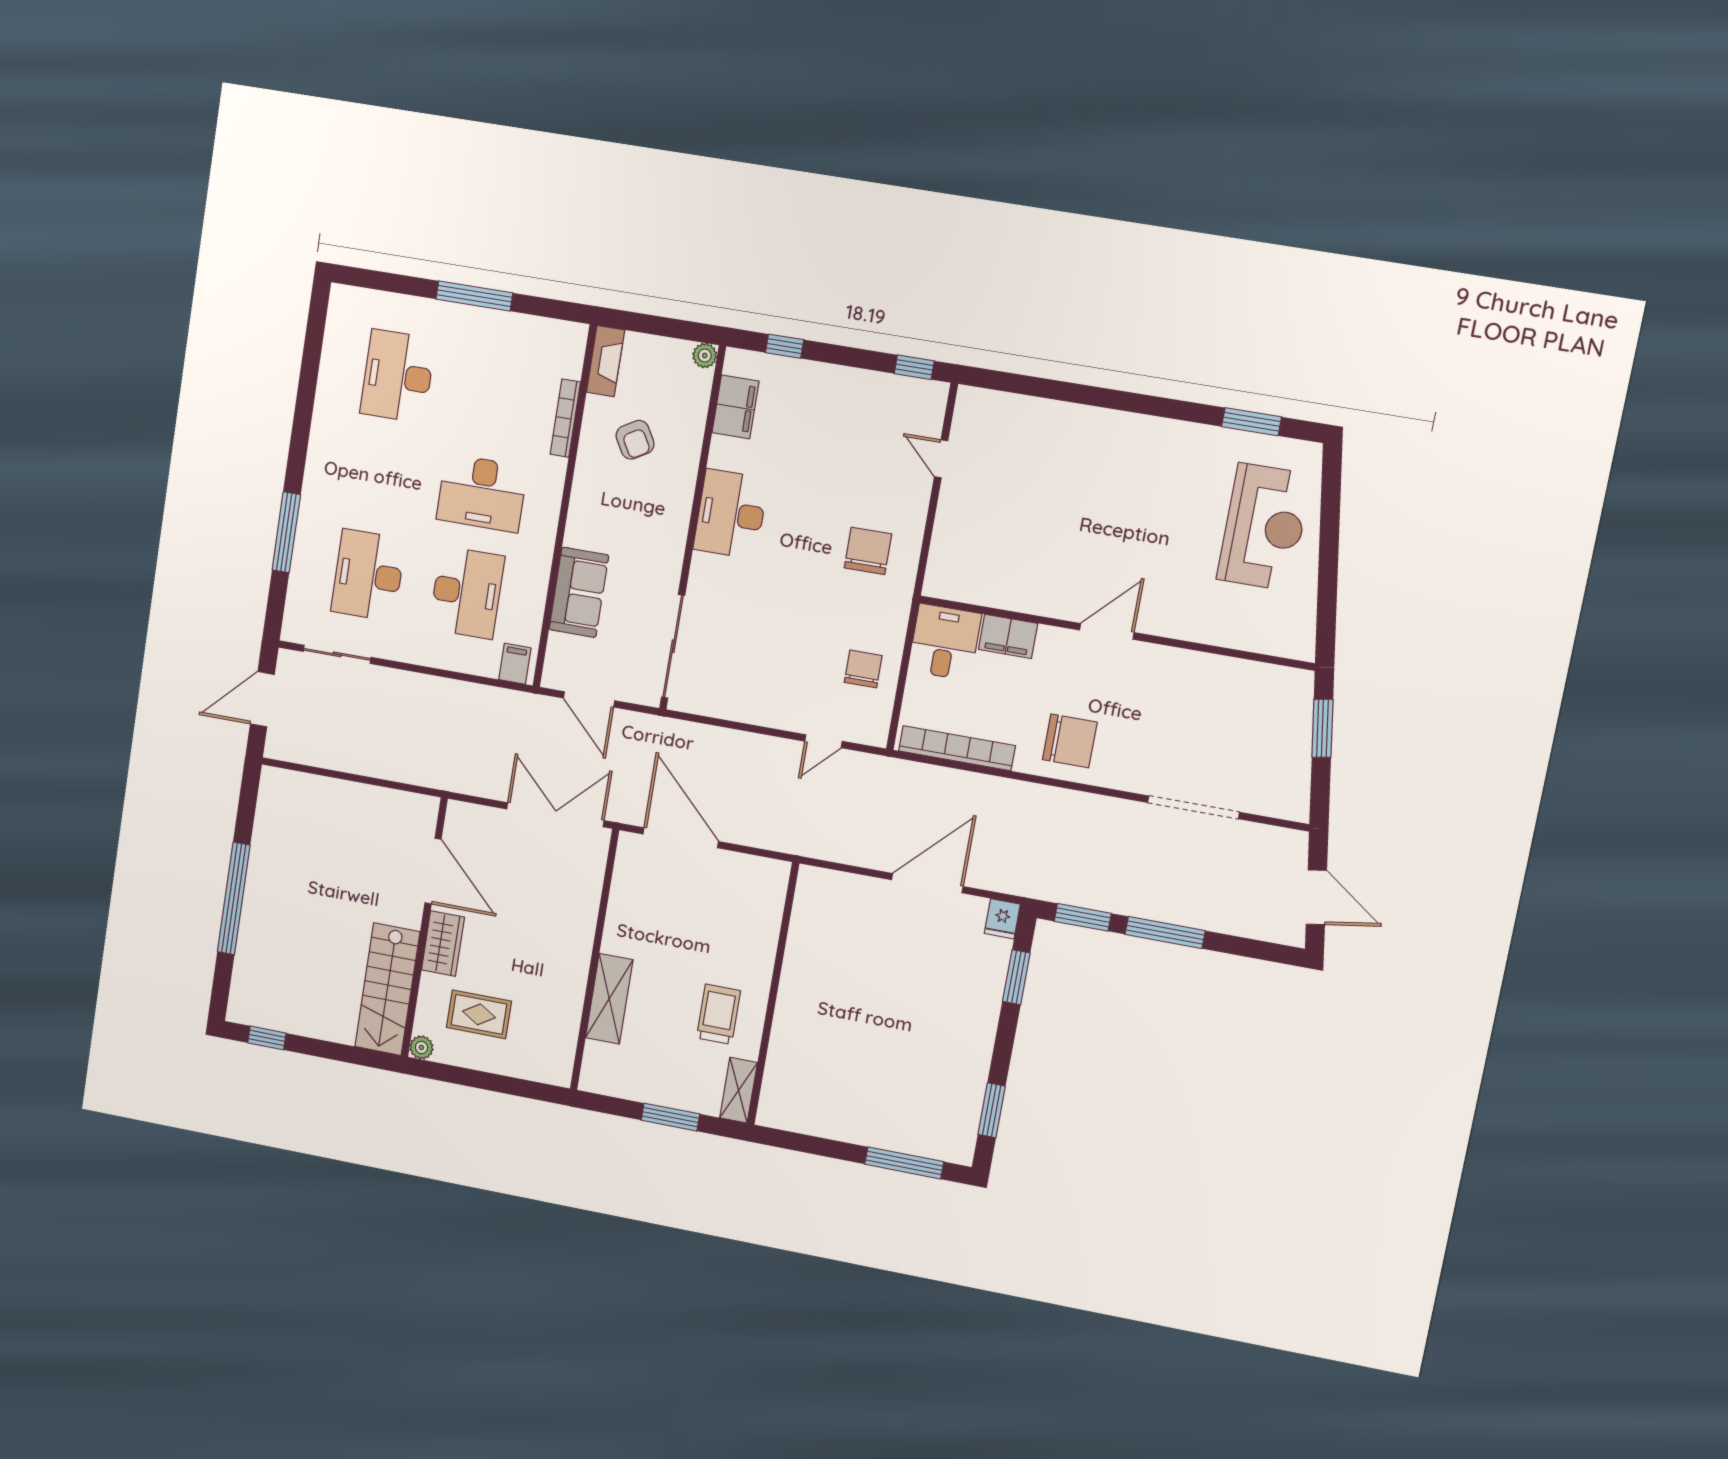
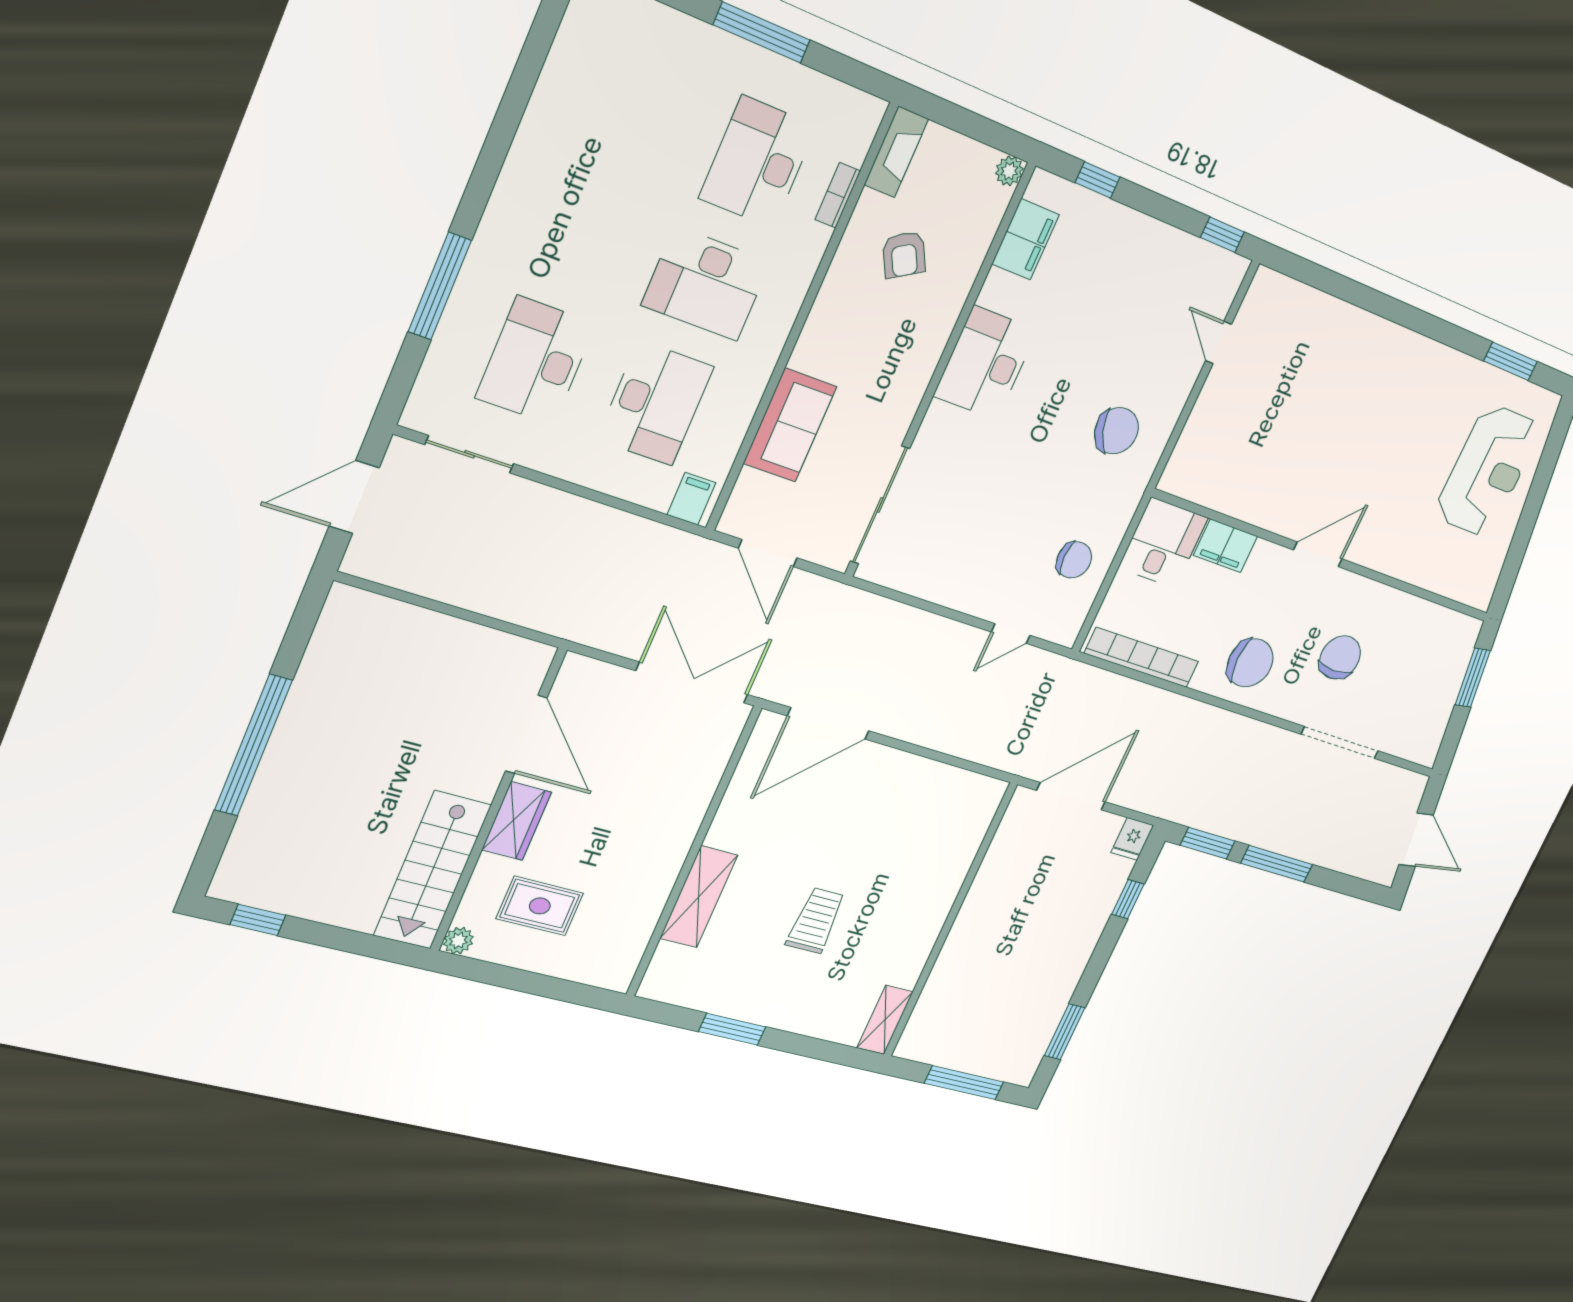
desk: (398, 376) -> (758, 162), moved
bookcase: (565, 418) -> (838, 195), width x0.64
chair: (868, 551) -> (1116, 431), turned 69
chair: (863, 669) -> (1074, 560), turned 90
chair: (1165, 725) -> (1340, 657), added
door: (681, 838) -> (828, 723), swing flipped
window: (1016, 977) -> (1128, 899), width x0.67
wall: (773, 994) -> (950, 921), moved
shelving: (739, 1090) -> (885, 1020), moved

